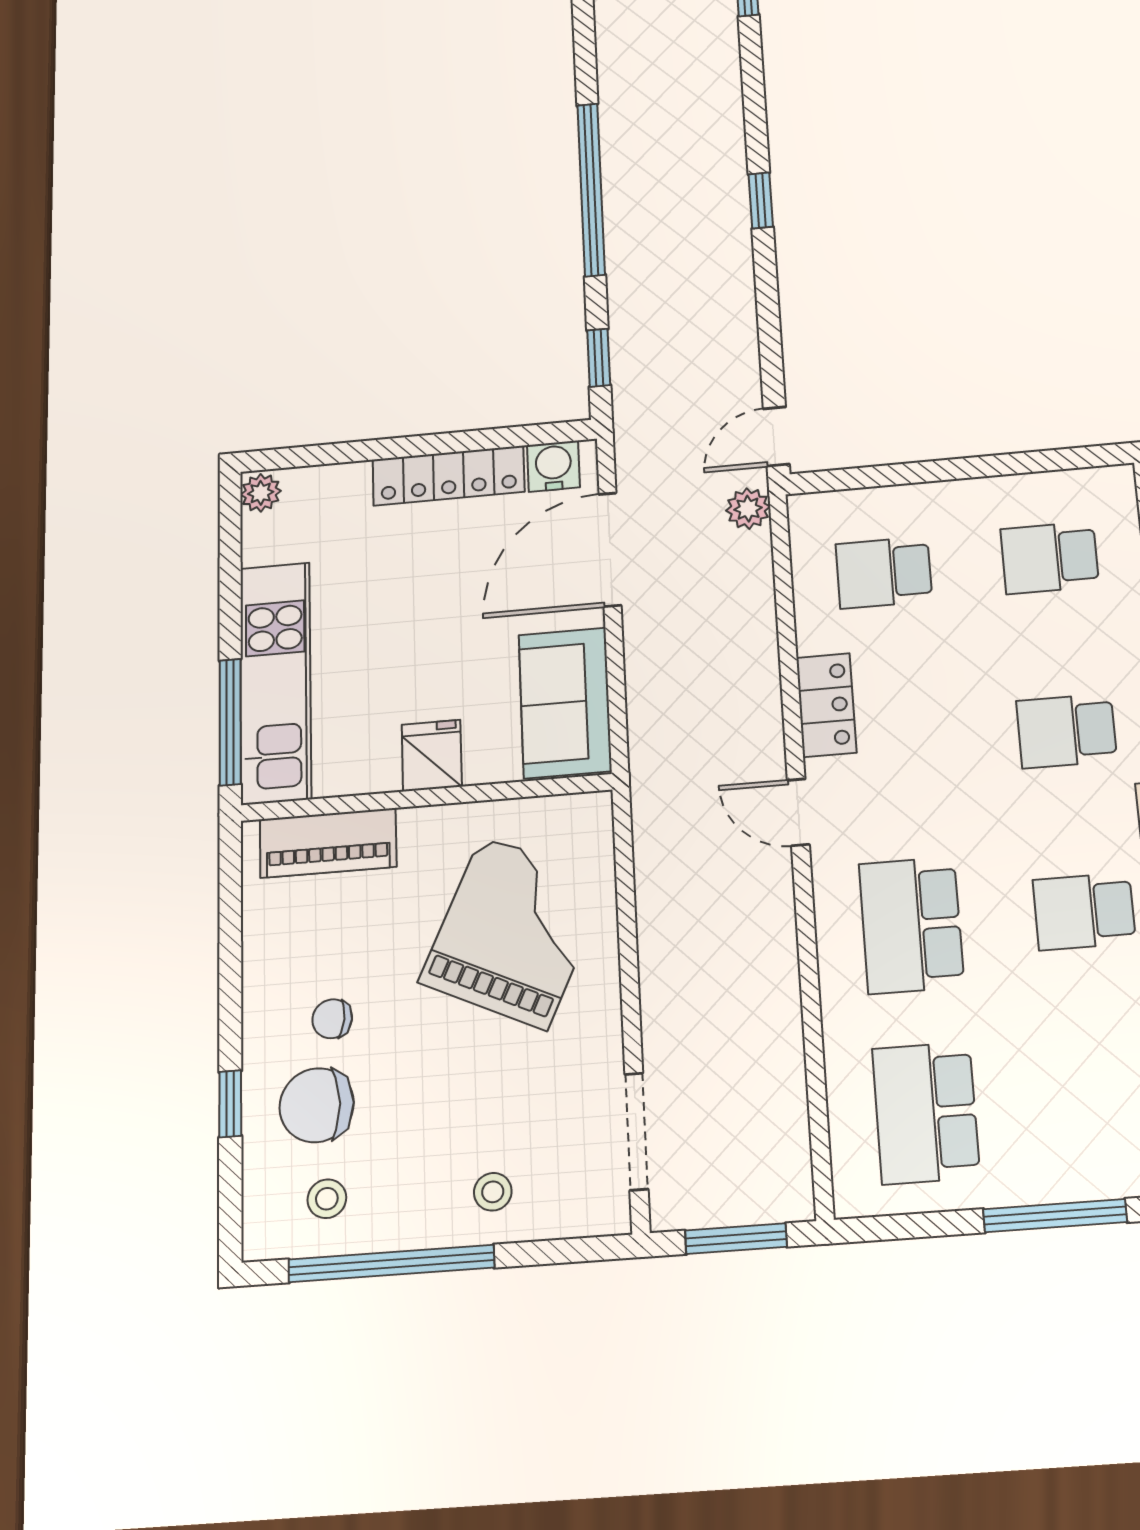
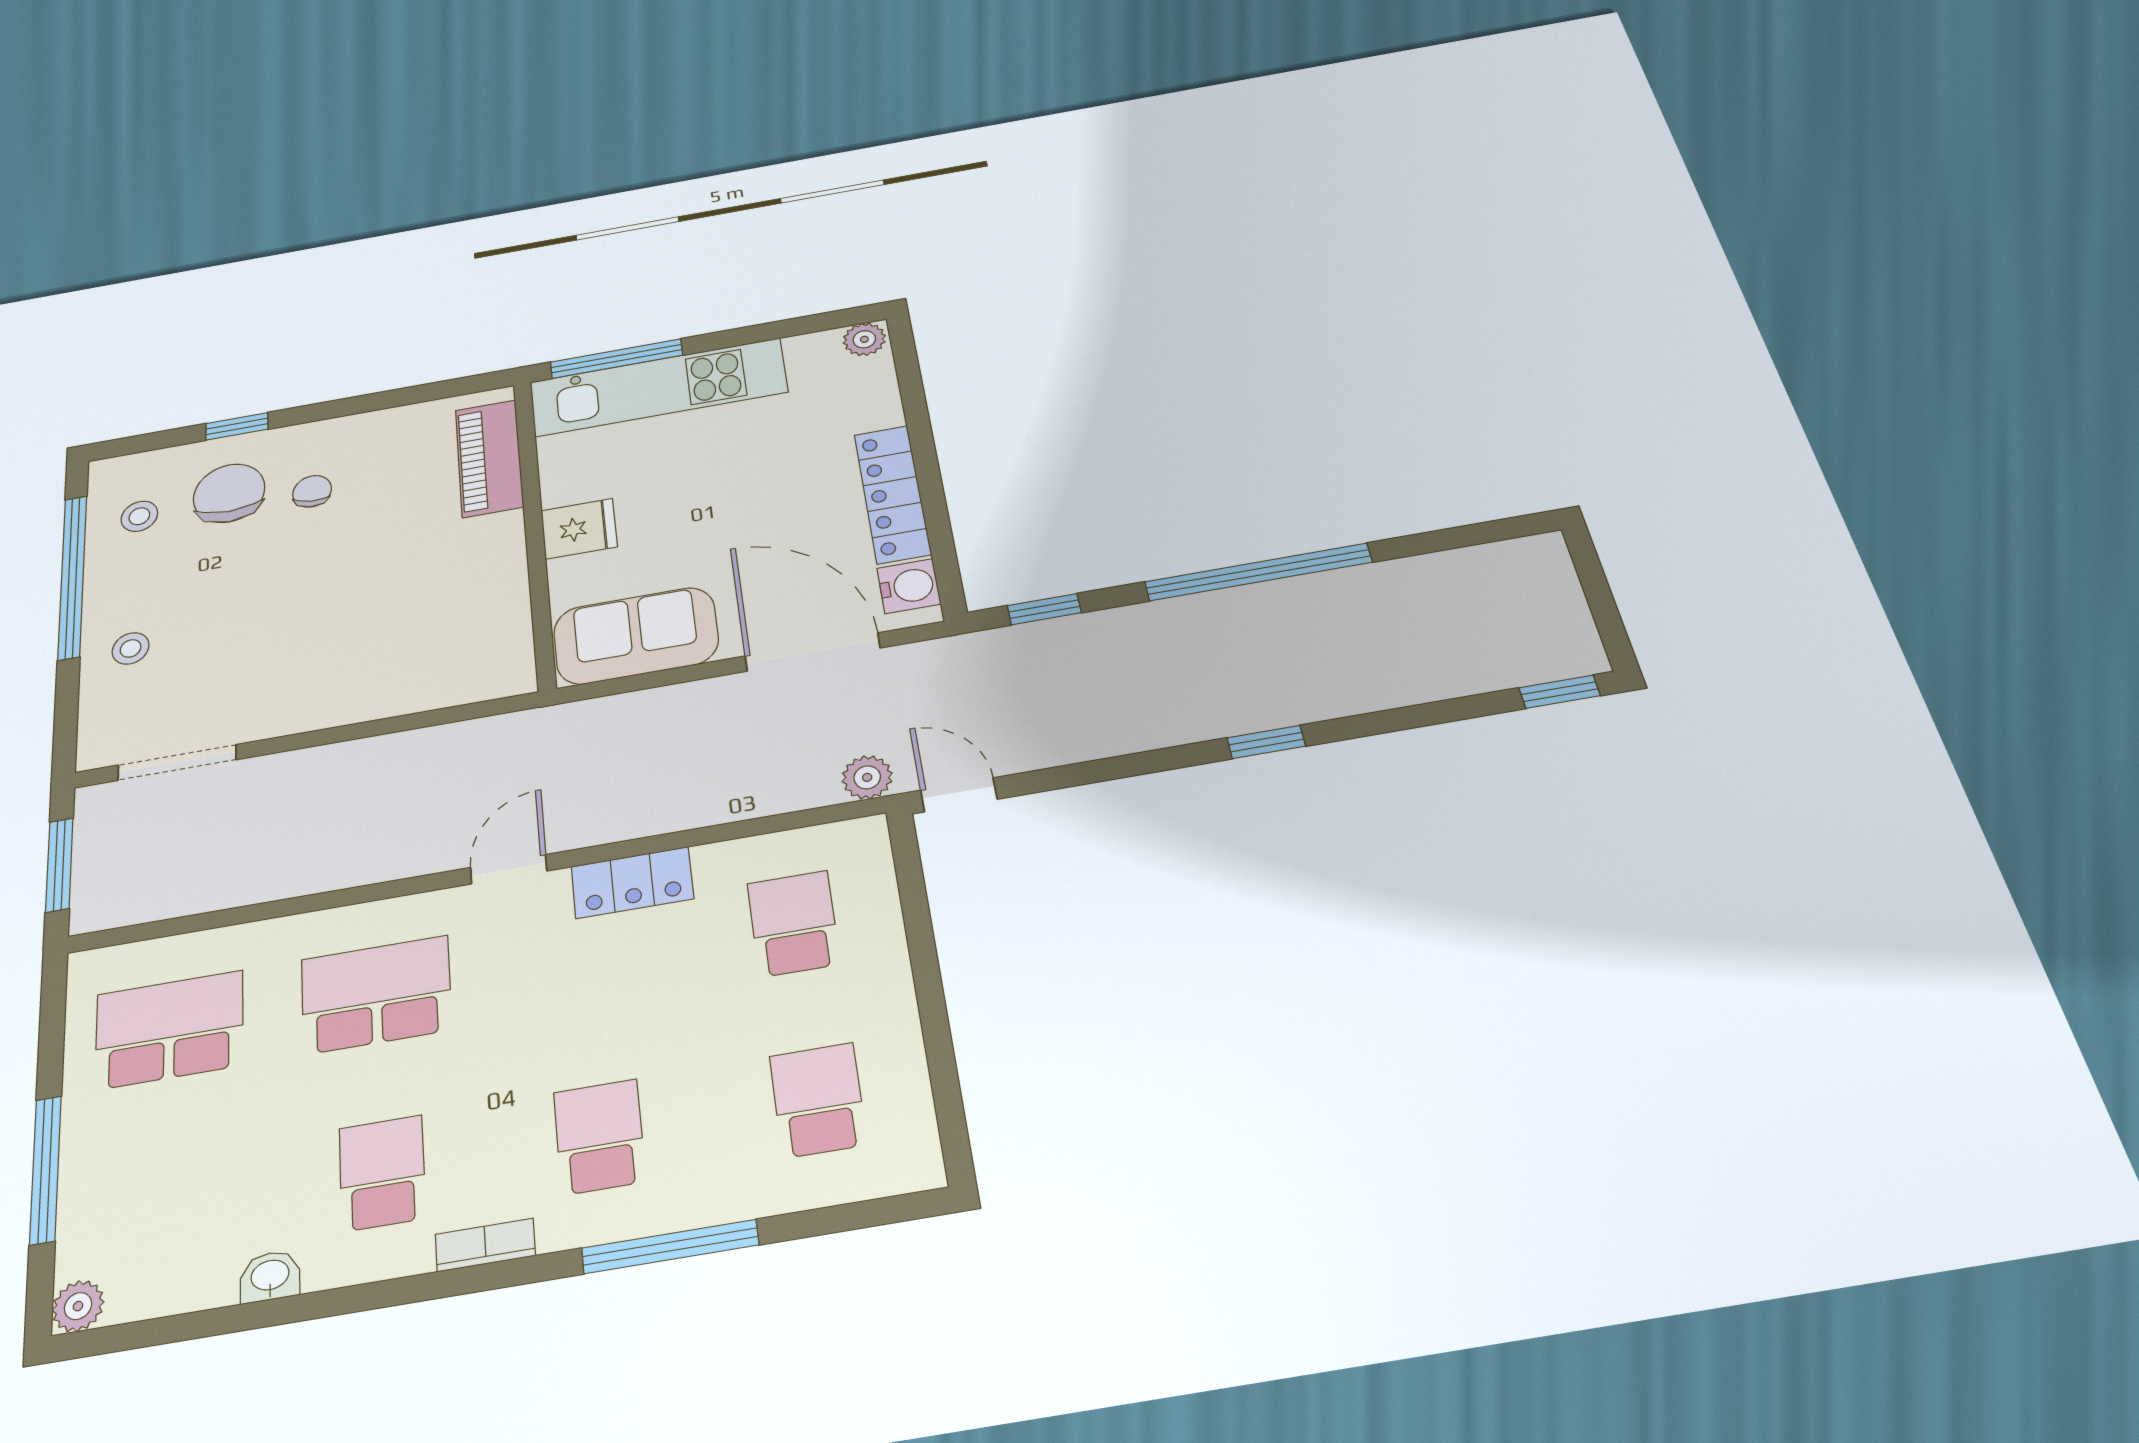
grand piano: (514, 932) -> (390, 627), removed

